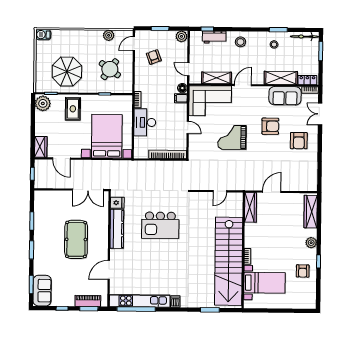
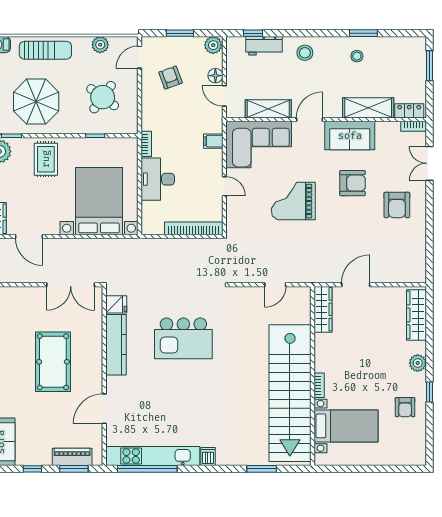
bicycle: (305, 37) -> (404, 43), removed
sun lounger: (73, 39) -> (45, 50), added
floor lamp: (182, 88) -> (215, 76), moved
sofa: (285, 96) -> (350, 136), moved

